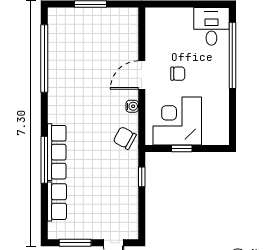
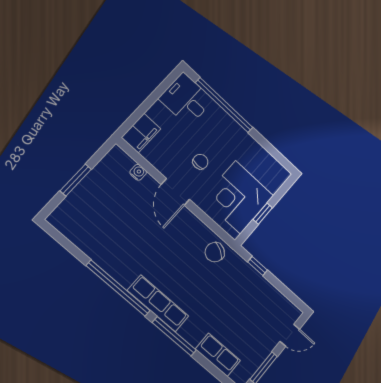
filing cabinet: (160, 18) -> (141, 133), added
window: (44, 58) -> (118, 288), moved
water cooler: (132, 106) -> (138, 172), moved
row of seats: (57, 152) -> (158, 303), moved

